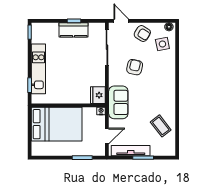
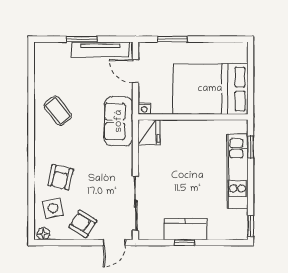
door: (121, 21) -> (114, 243), hinge flipped
armchair: (135, 67) -> (61, 177), moved
coffee table: (161, 126) -> (58, 111), moved
door: (107, 136) -> (136, 71), hinge flipped

